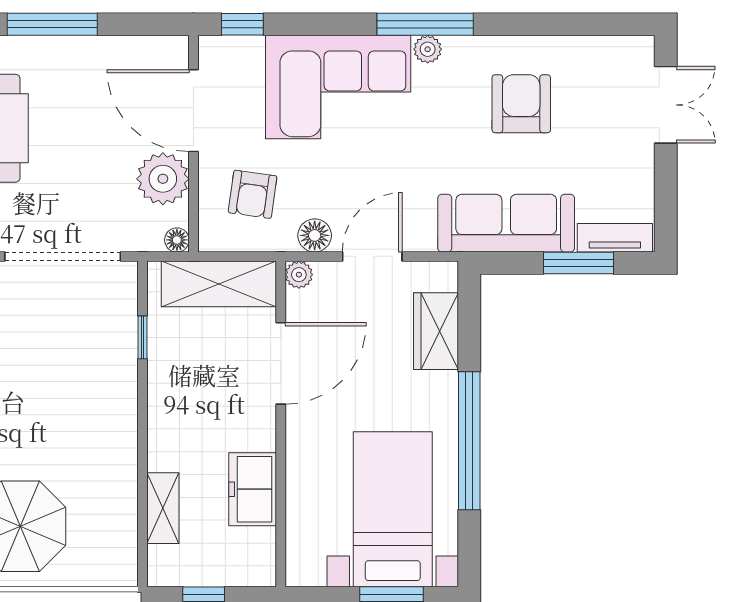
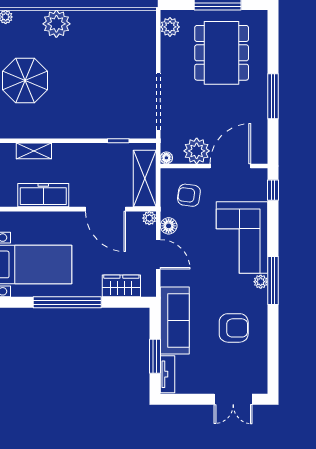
freezer: (253, 489) -> (43, 195), width x1.40

